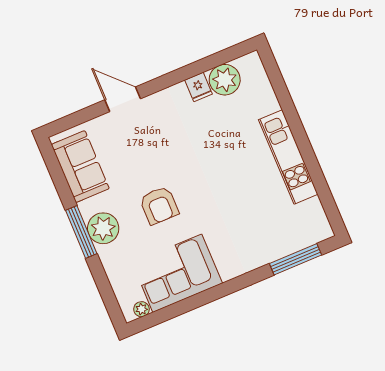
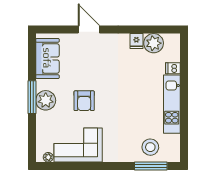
dishwasher: (268, 104) -> (173, 68), added
stool: (283, 232) -> (150, 147), added

